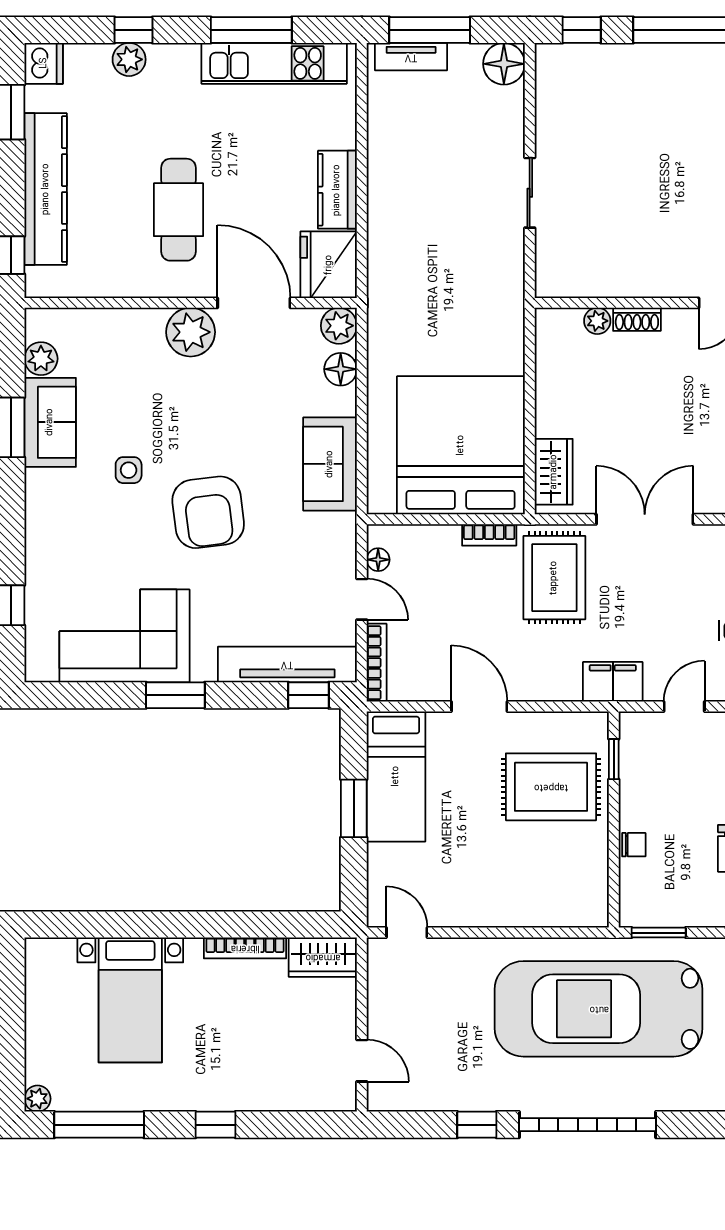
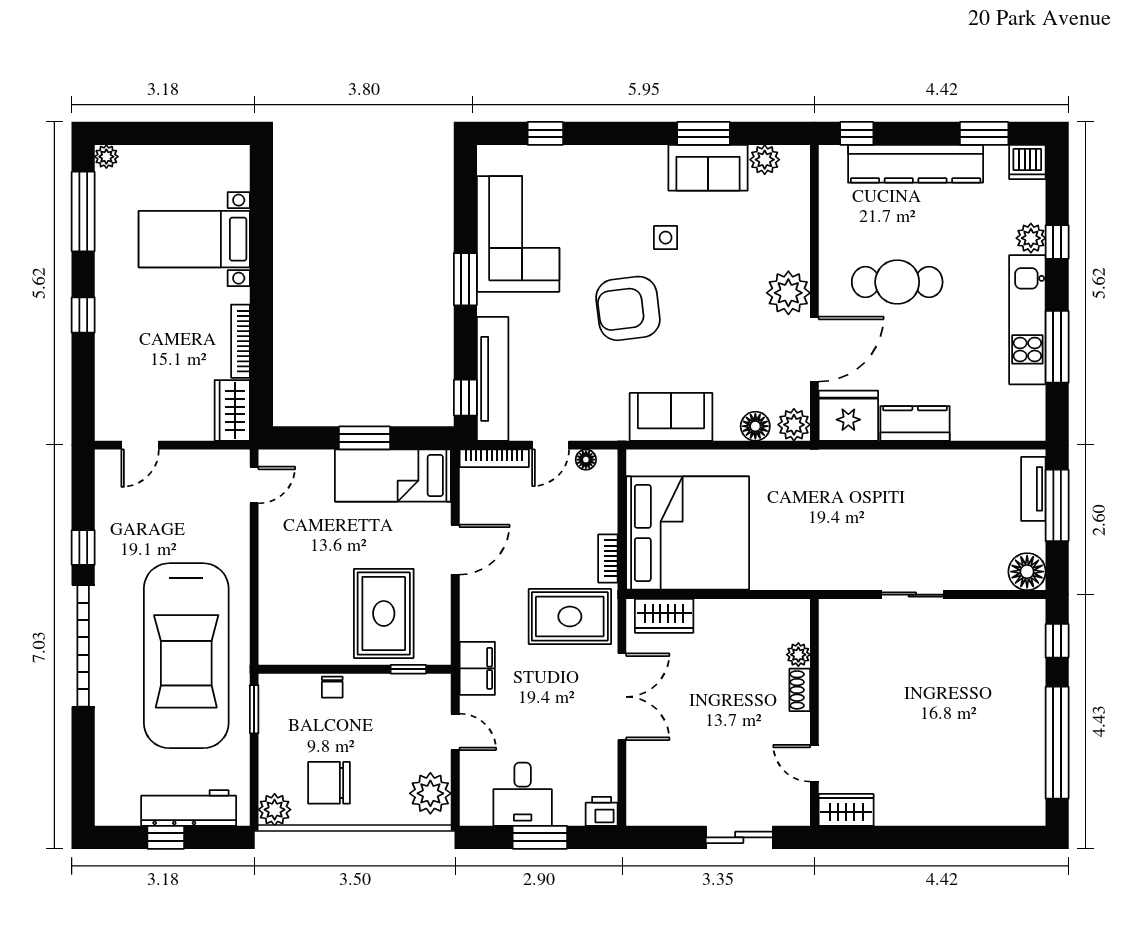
kitchen unit: (274, 63) -> (1027, 320), moved
car: (599, 1009) -> (186, 656), turned 180

